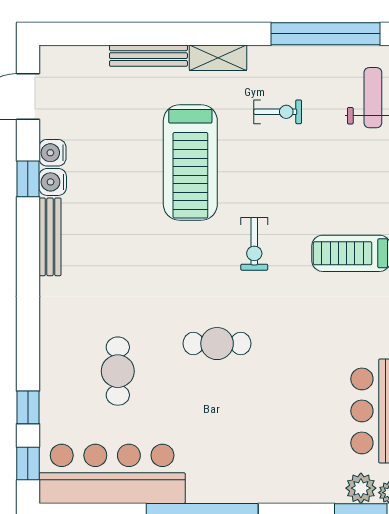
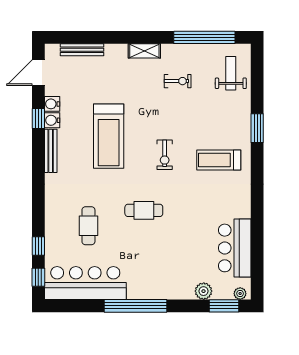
bench: (148, 56) -> (82, 50), moved
treadmill: (190, 162) -> (109, 136), moved
plant: (361, 488) -> (204, 291), moved

